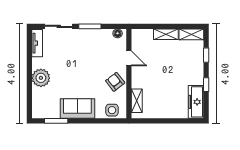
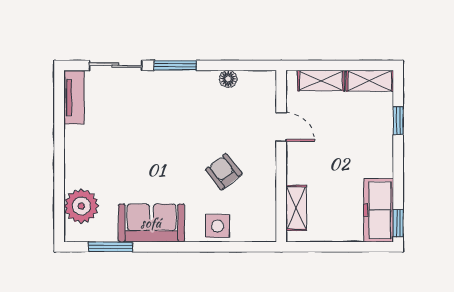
door: (129, 58) -> (281, 127), moved
wall: (129, 74) -> (281, 156), moved
plant: (41, 78) -> (81, 206), moved
window: (206, 85) -> (398, 223), moved
shelving: (137, 101) -> (296, 208), moved

